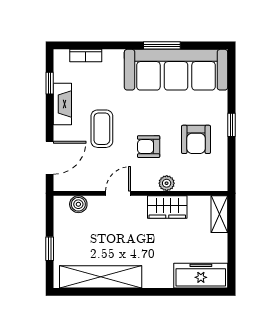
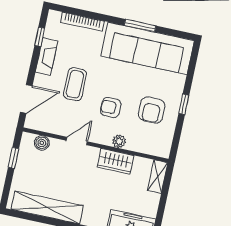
bookcase: (86, 56) -> (82, 22), width x1.56
window: (50, 249) -> (13, 158), moved

